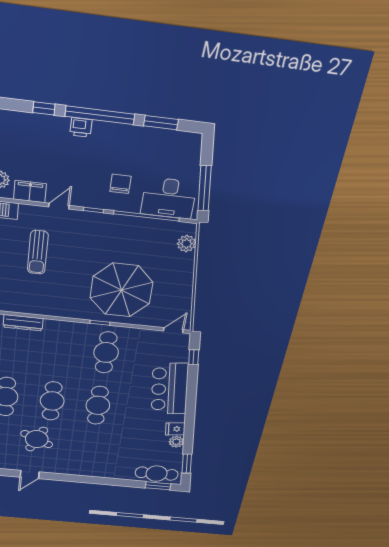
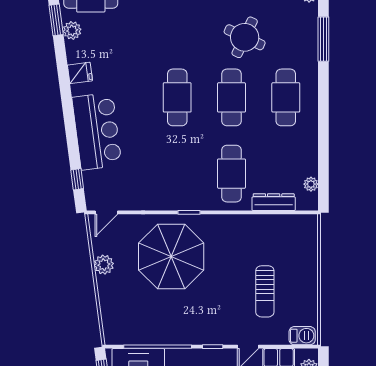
plant: (186, 244) -> (104, 265), moved
sun lounger: (38, 252) -> (265, 291), turned 180
cafe table: (106, 353) -> (231, 174), moved
plant: (176, 442) -> (72, 30), moved

